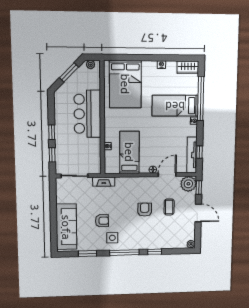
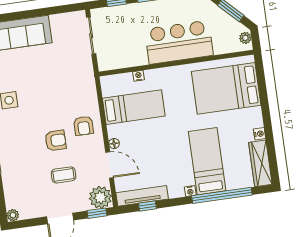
wardrobe: (188, 67) -> (260, 163), width x1.50
fireplace: (104, 182) -> (88, 77), removed
armchair: (102, 221) -> (84, 126), moved

